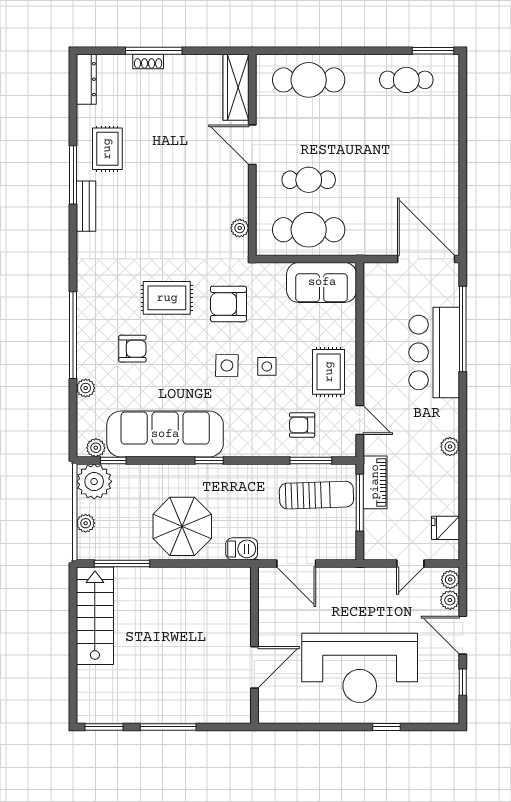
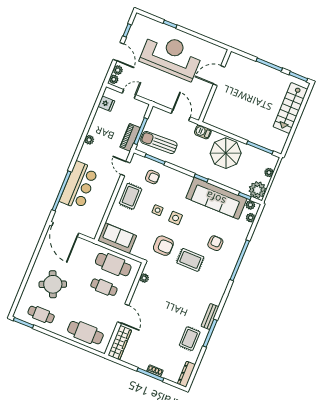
round table: (407, 146) -> (53, 284), added
armchair: (132, 349) -> (215, 243), turned 92
plant: (86, 388) -> (251, 218), moved
stairs: (95, 616) -> (290, 108), moved

